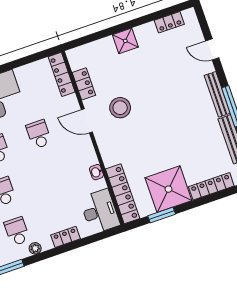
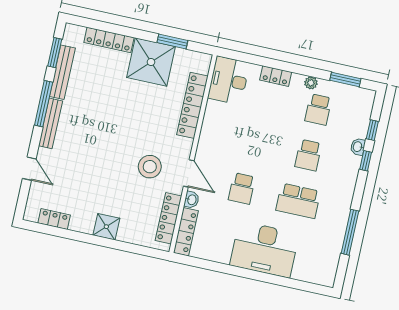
locker: (84, 84) -> (168, 218), width x1.53
washbasin: (96, 172) -> (192, 200), moved
locker: (123, 194) -> (192, 105), moved

